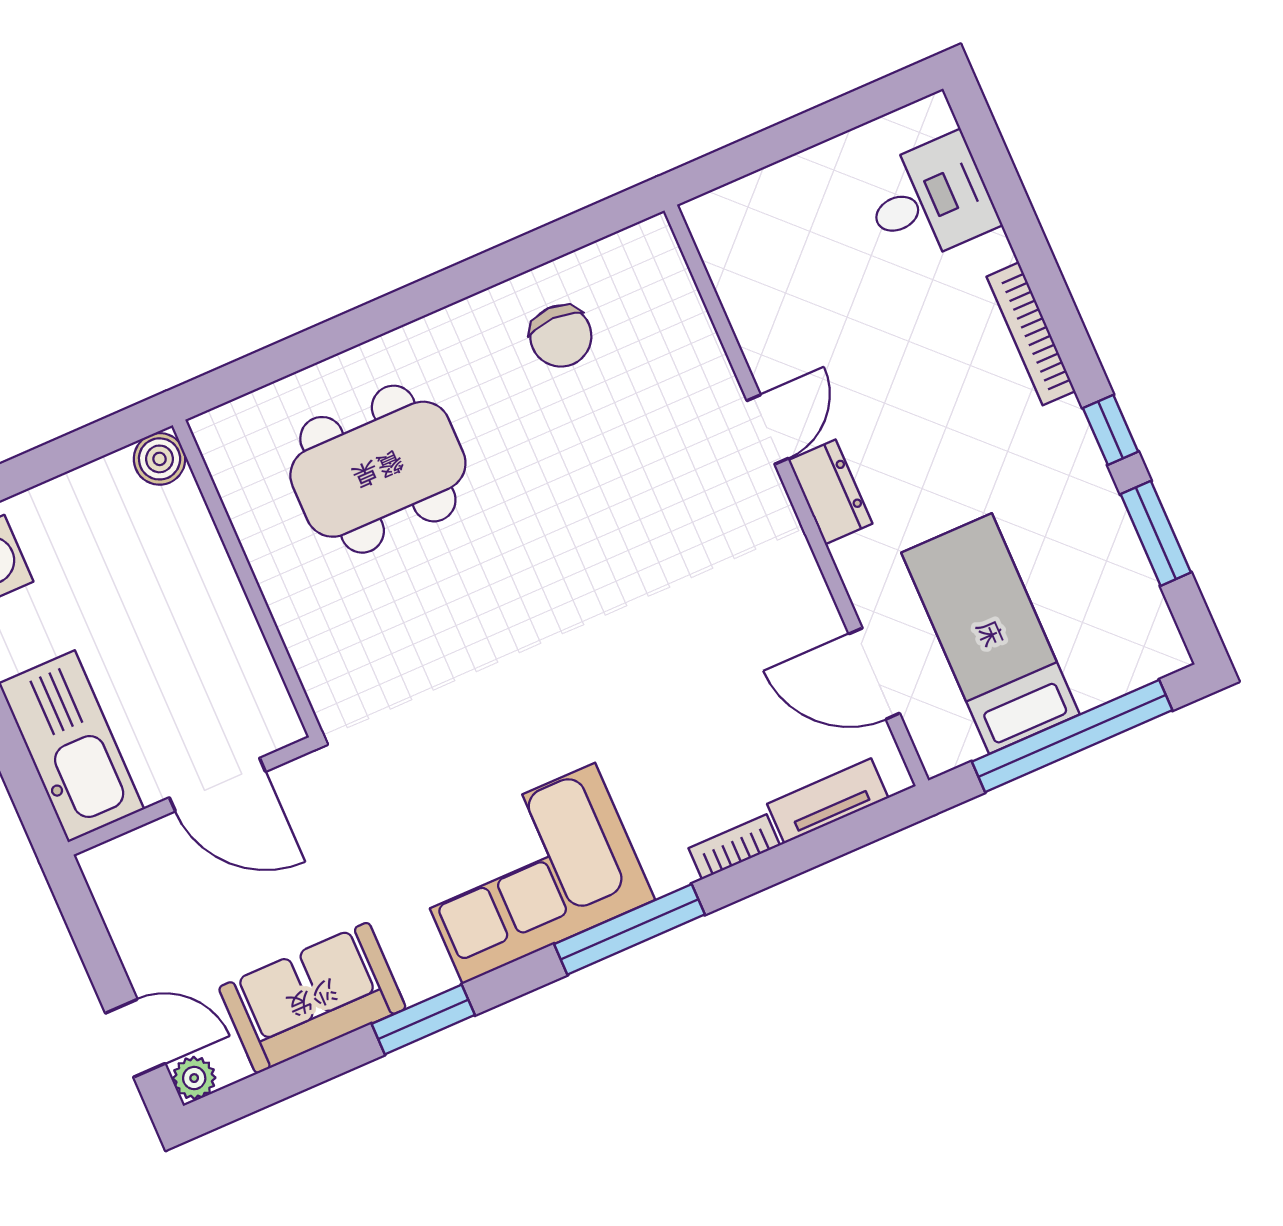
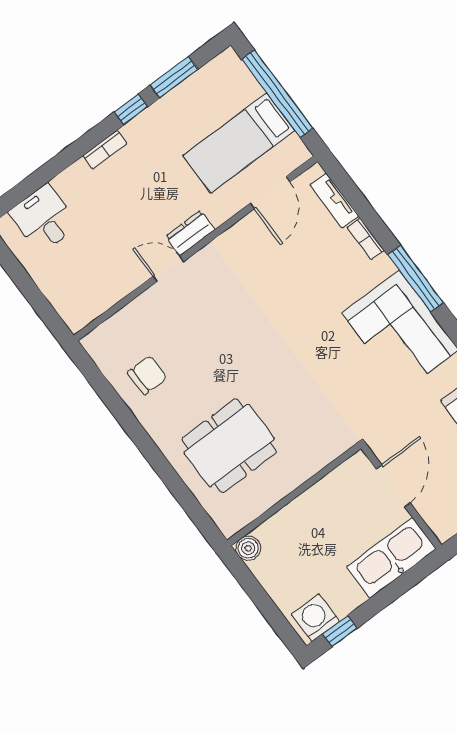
bookcase: (1031, 334) -> (105, 150), width x0.64
dining table: (378, 469) -> (229, 446), turned 90

